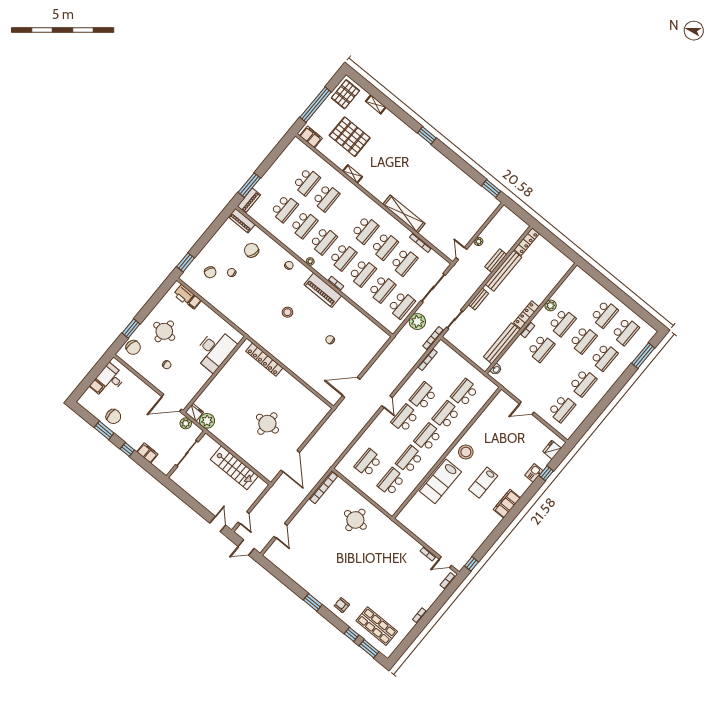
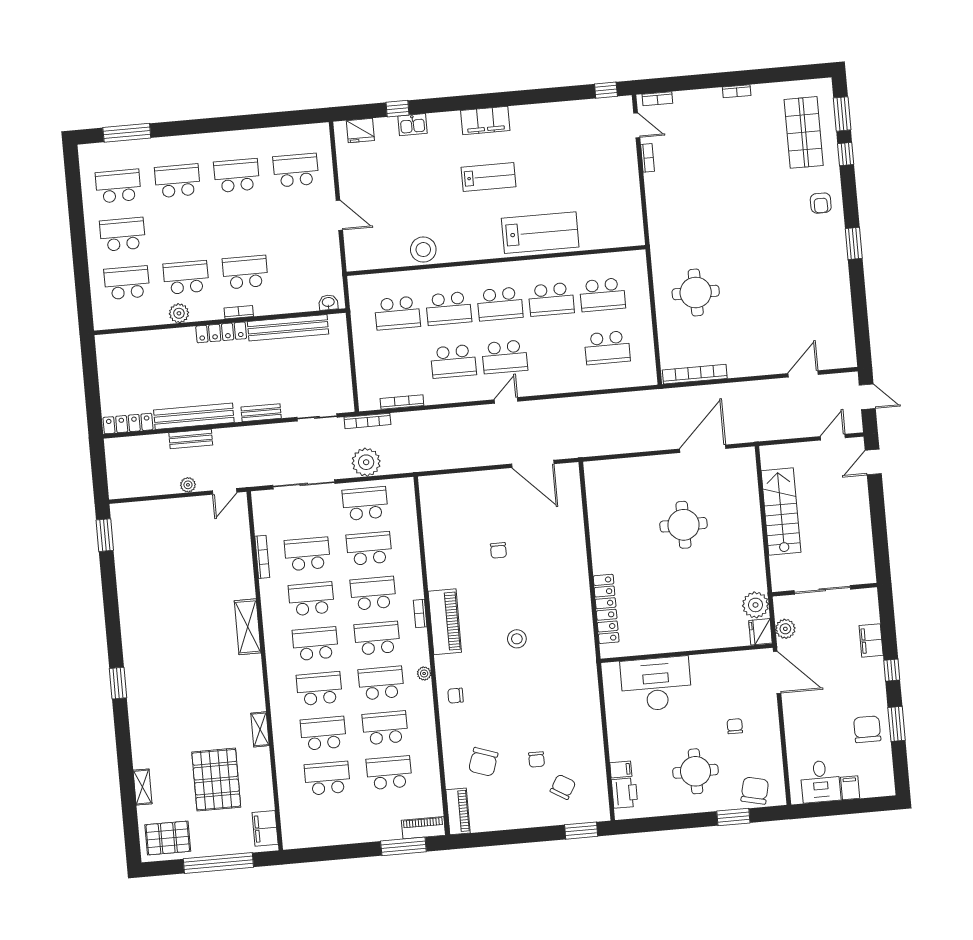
school desk: (345, 214) -> (319, 689), added
shelving: (404, 214) -> (248, 627), width x0.68
school desk: (583, 340) -> (127, 283), moved
stool: (466, 452) -> (423, 250), moved

